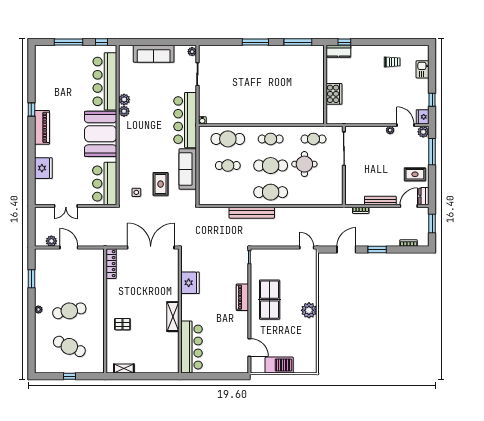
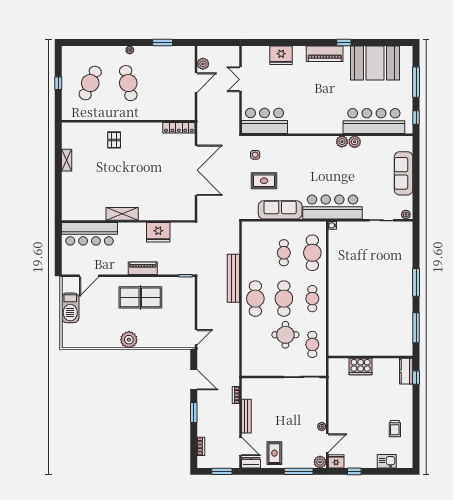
booth: (101, 134) -> (375, 63), moved
fridge: (190, 283) -> (158, 232), moved
wall: (180, 311) -> (128, 221), moved
shelving: (173, 317) -> (122, 214), moved
bar counter: (191, 347) -> (90, 234), moved
shelving: (124, 368) -> (67, 160), moved

